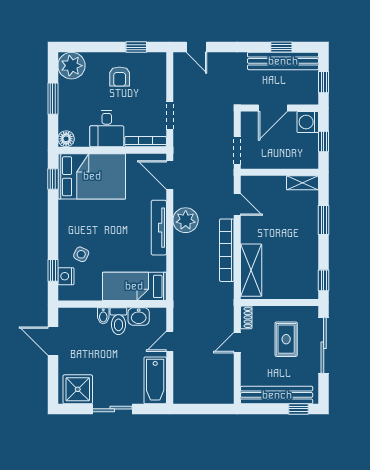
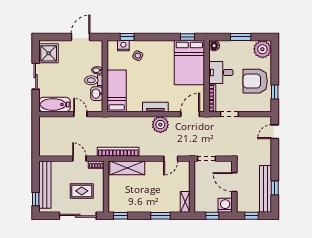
armchair: (120, 77) -> (255, 81), width x1.88, depth x1.88
tv unit: (159, 228) -> (155, 107), width x0.71
bookcase: (227, 250) -> (118, 152), moved

